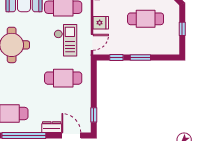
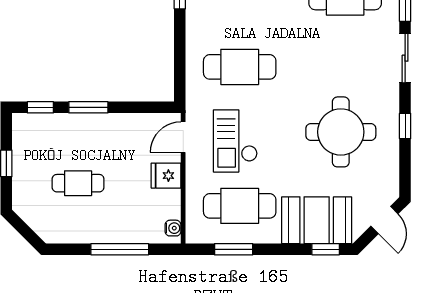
cafe table: (146, 19) -> (78, 183), width x0.73, depth x0.74
window: (116, 57) -> (40, 107), moved

